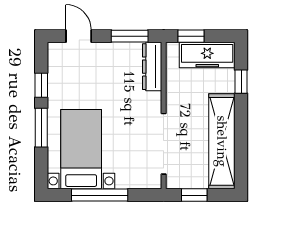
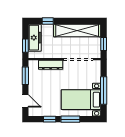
door: (79, 36) -> (25, 101), swing flipped
dresser: (152, 67) -> (51, 65), moved

